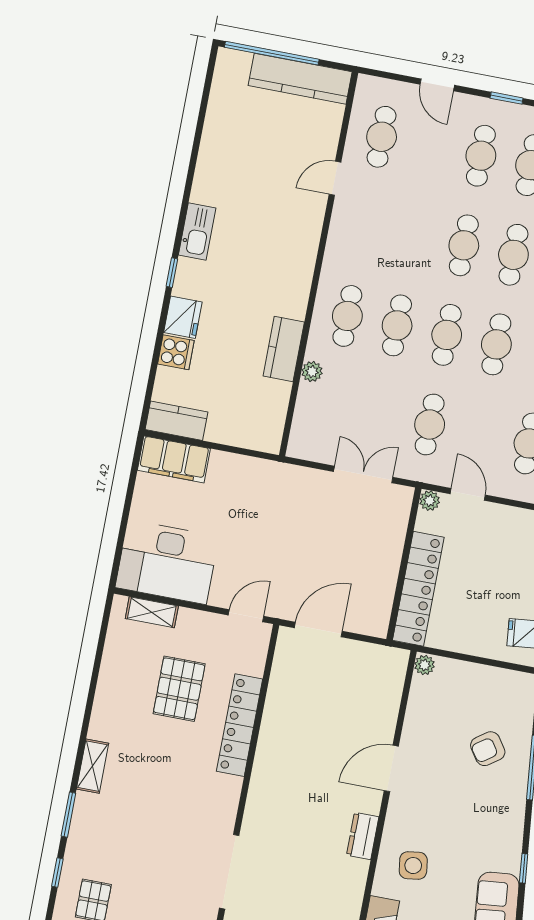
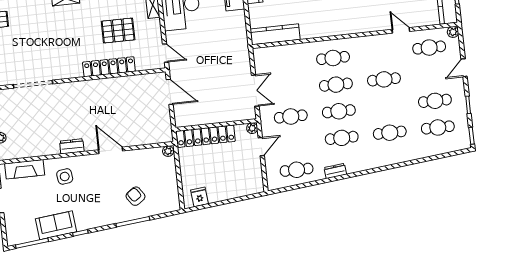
cafe table: (464, 245) -> (384, 79), moved
kitchen counter: (284, 349) -> (275, 34), moved, width x1.50
plant: (312, 372) -> (453, 32), moved

